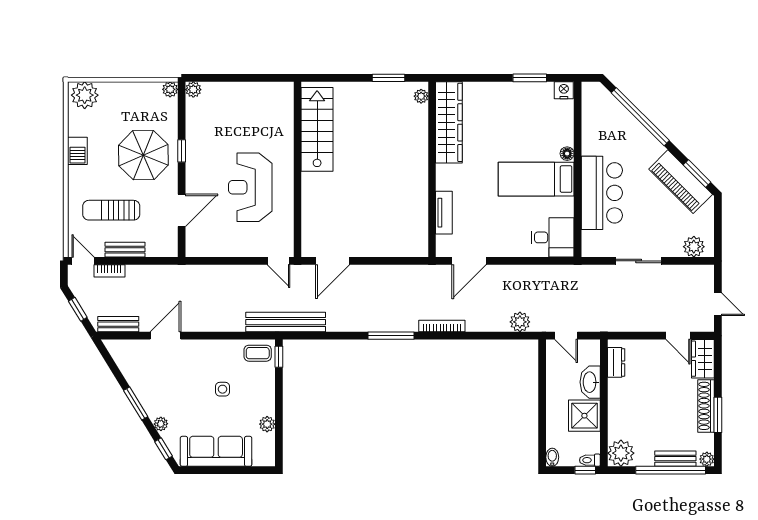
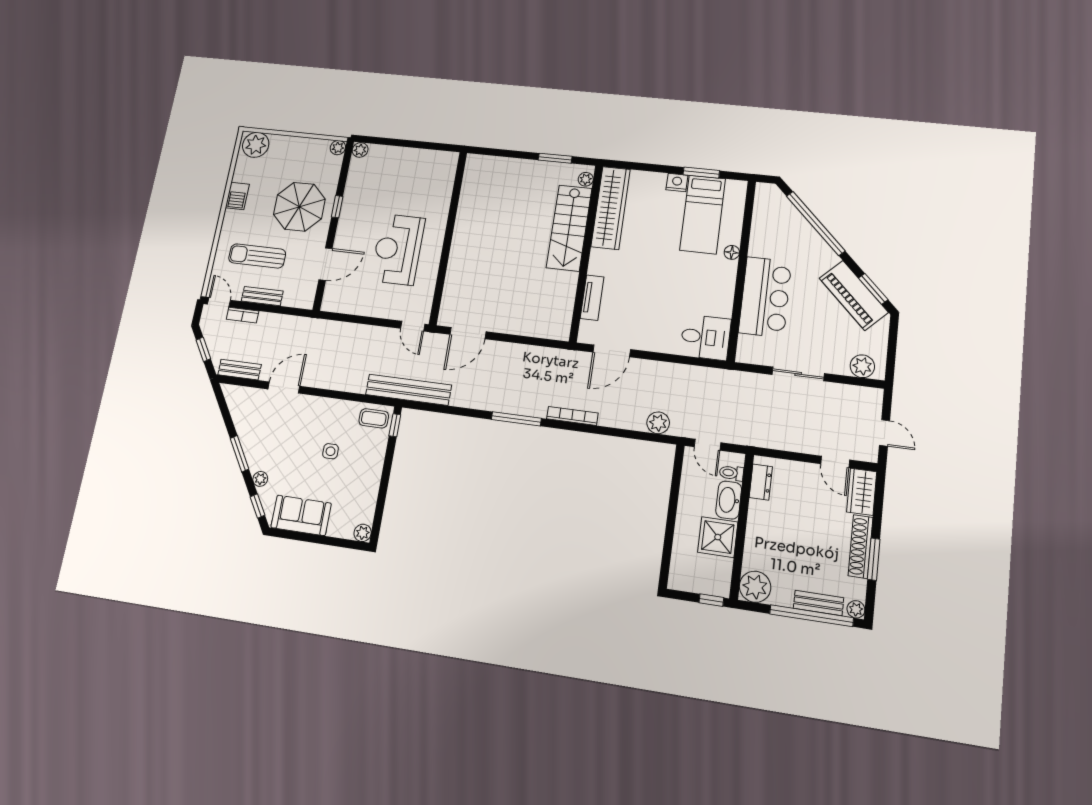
nightstand: (564, 90) -> (677, 182), moved
stairs: (317, 129) -> (569, 228), moved, turned 180
bed: (536, 179) -> (703, 214), moved, turned -90
plant: (267, 424) -> (363, 533), moved
sofa: (216, 451) -> (301, 515), width x0.73
bidet: (552, 457) -> (675, 579), removed
toilet: (590, 460) -> (731, 473), moved

